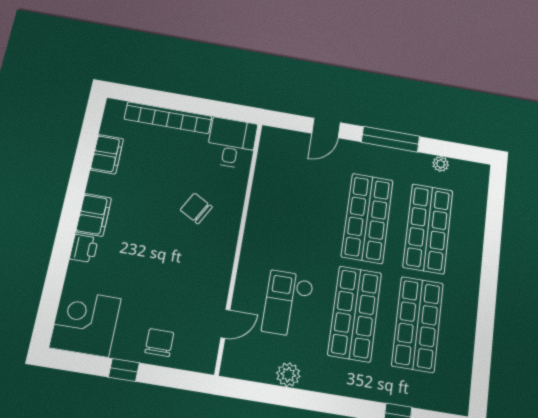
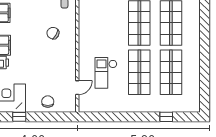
window: (124, 370) -> (19, 117), moved
plant: (288, 375) -> (111, 107), removed

